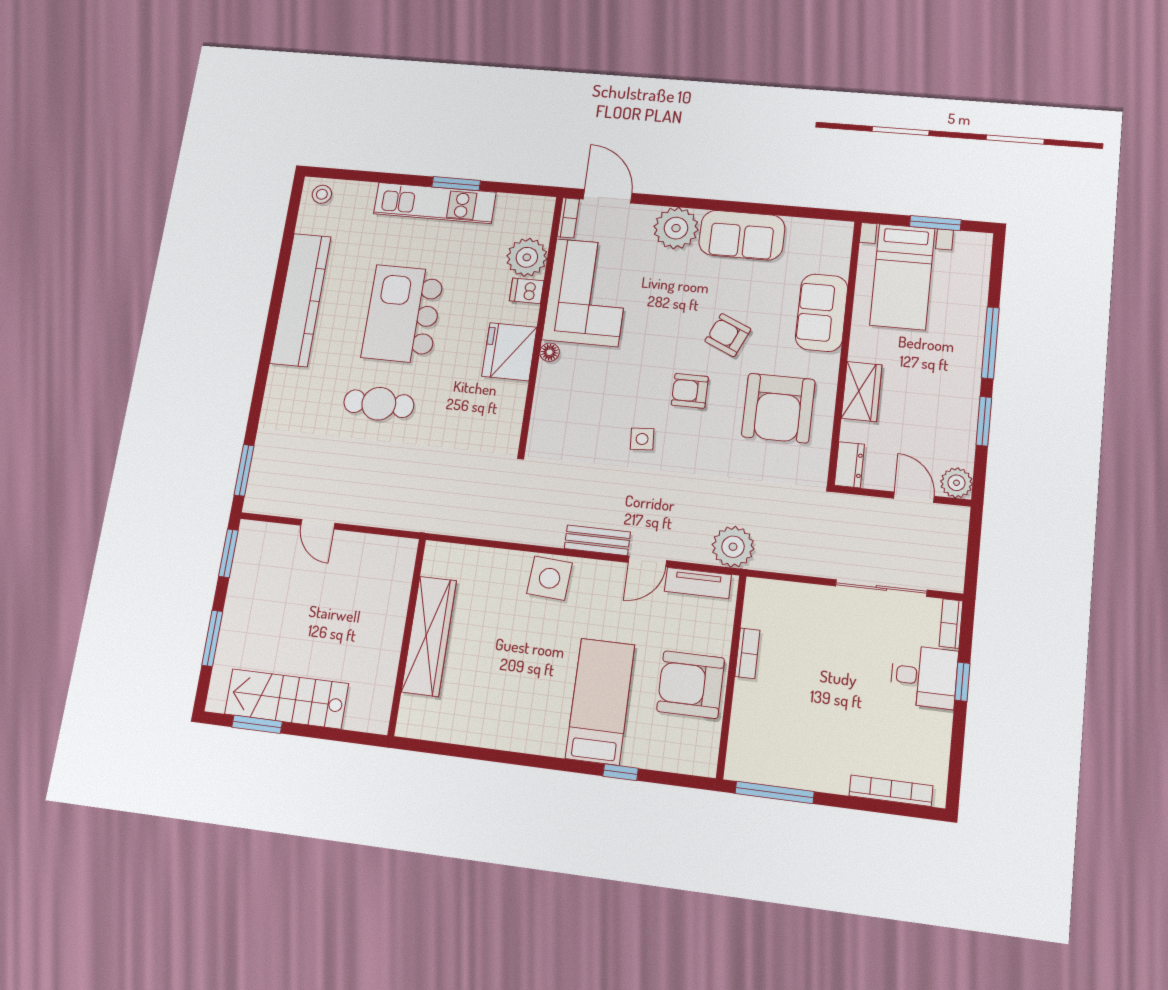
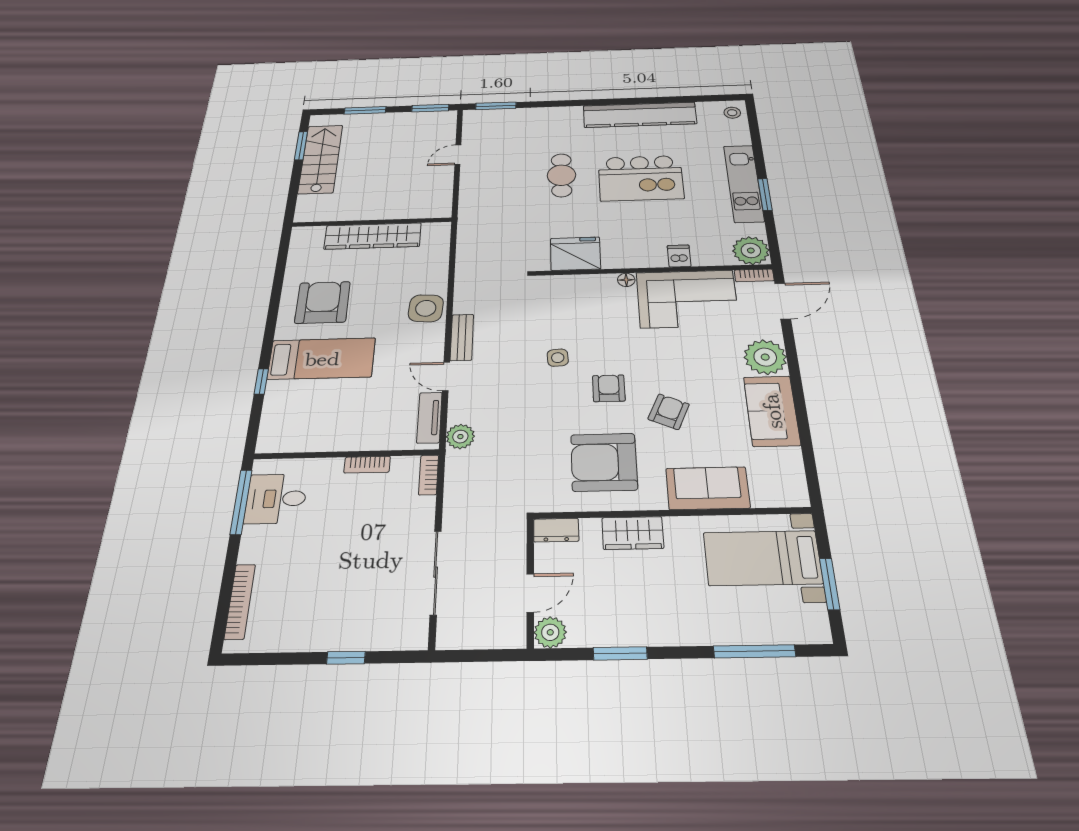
plant: (527, 257) -> (751, 250), moved
kitchen island: (403, 314) -> (641, 178), turned 180
window: (990, 343) -> (754, 651), moved
fridge: (509, 352) -> (575, 254), moved
plant: (733, 547) -> (460, 437), width x0.73, depth x0.73
bookcase: (951, 624) -> (429, 475), moved, turned -90
desk: (924, 677) -> (276, 499), moved, turned 90
armchair: (691, 685) -> (323, 302), moved

